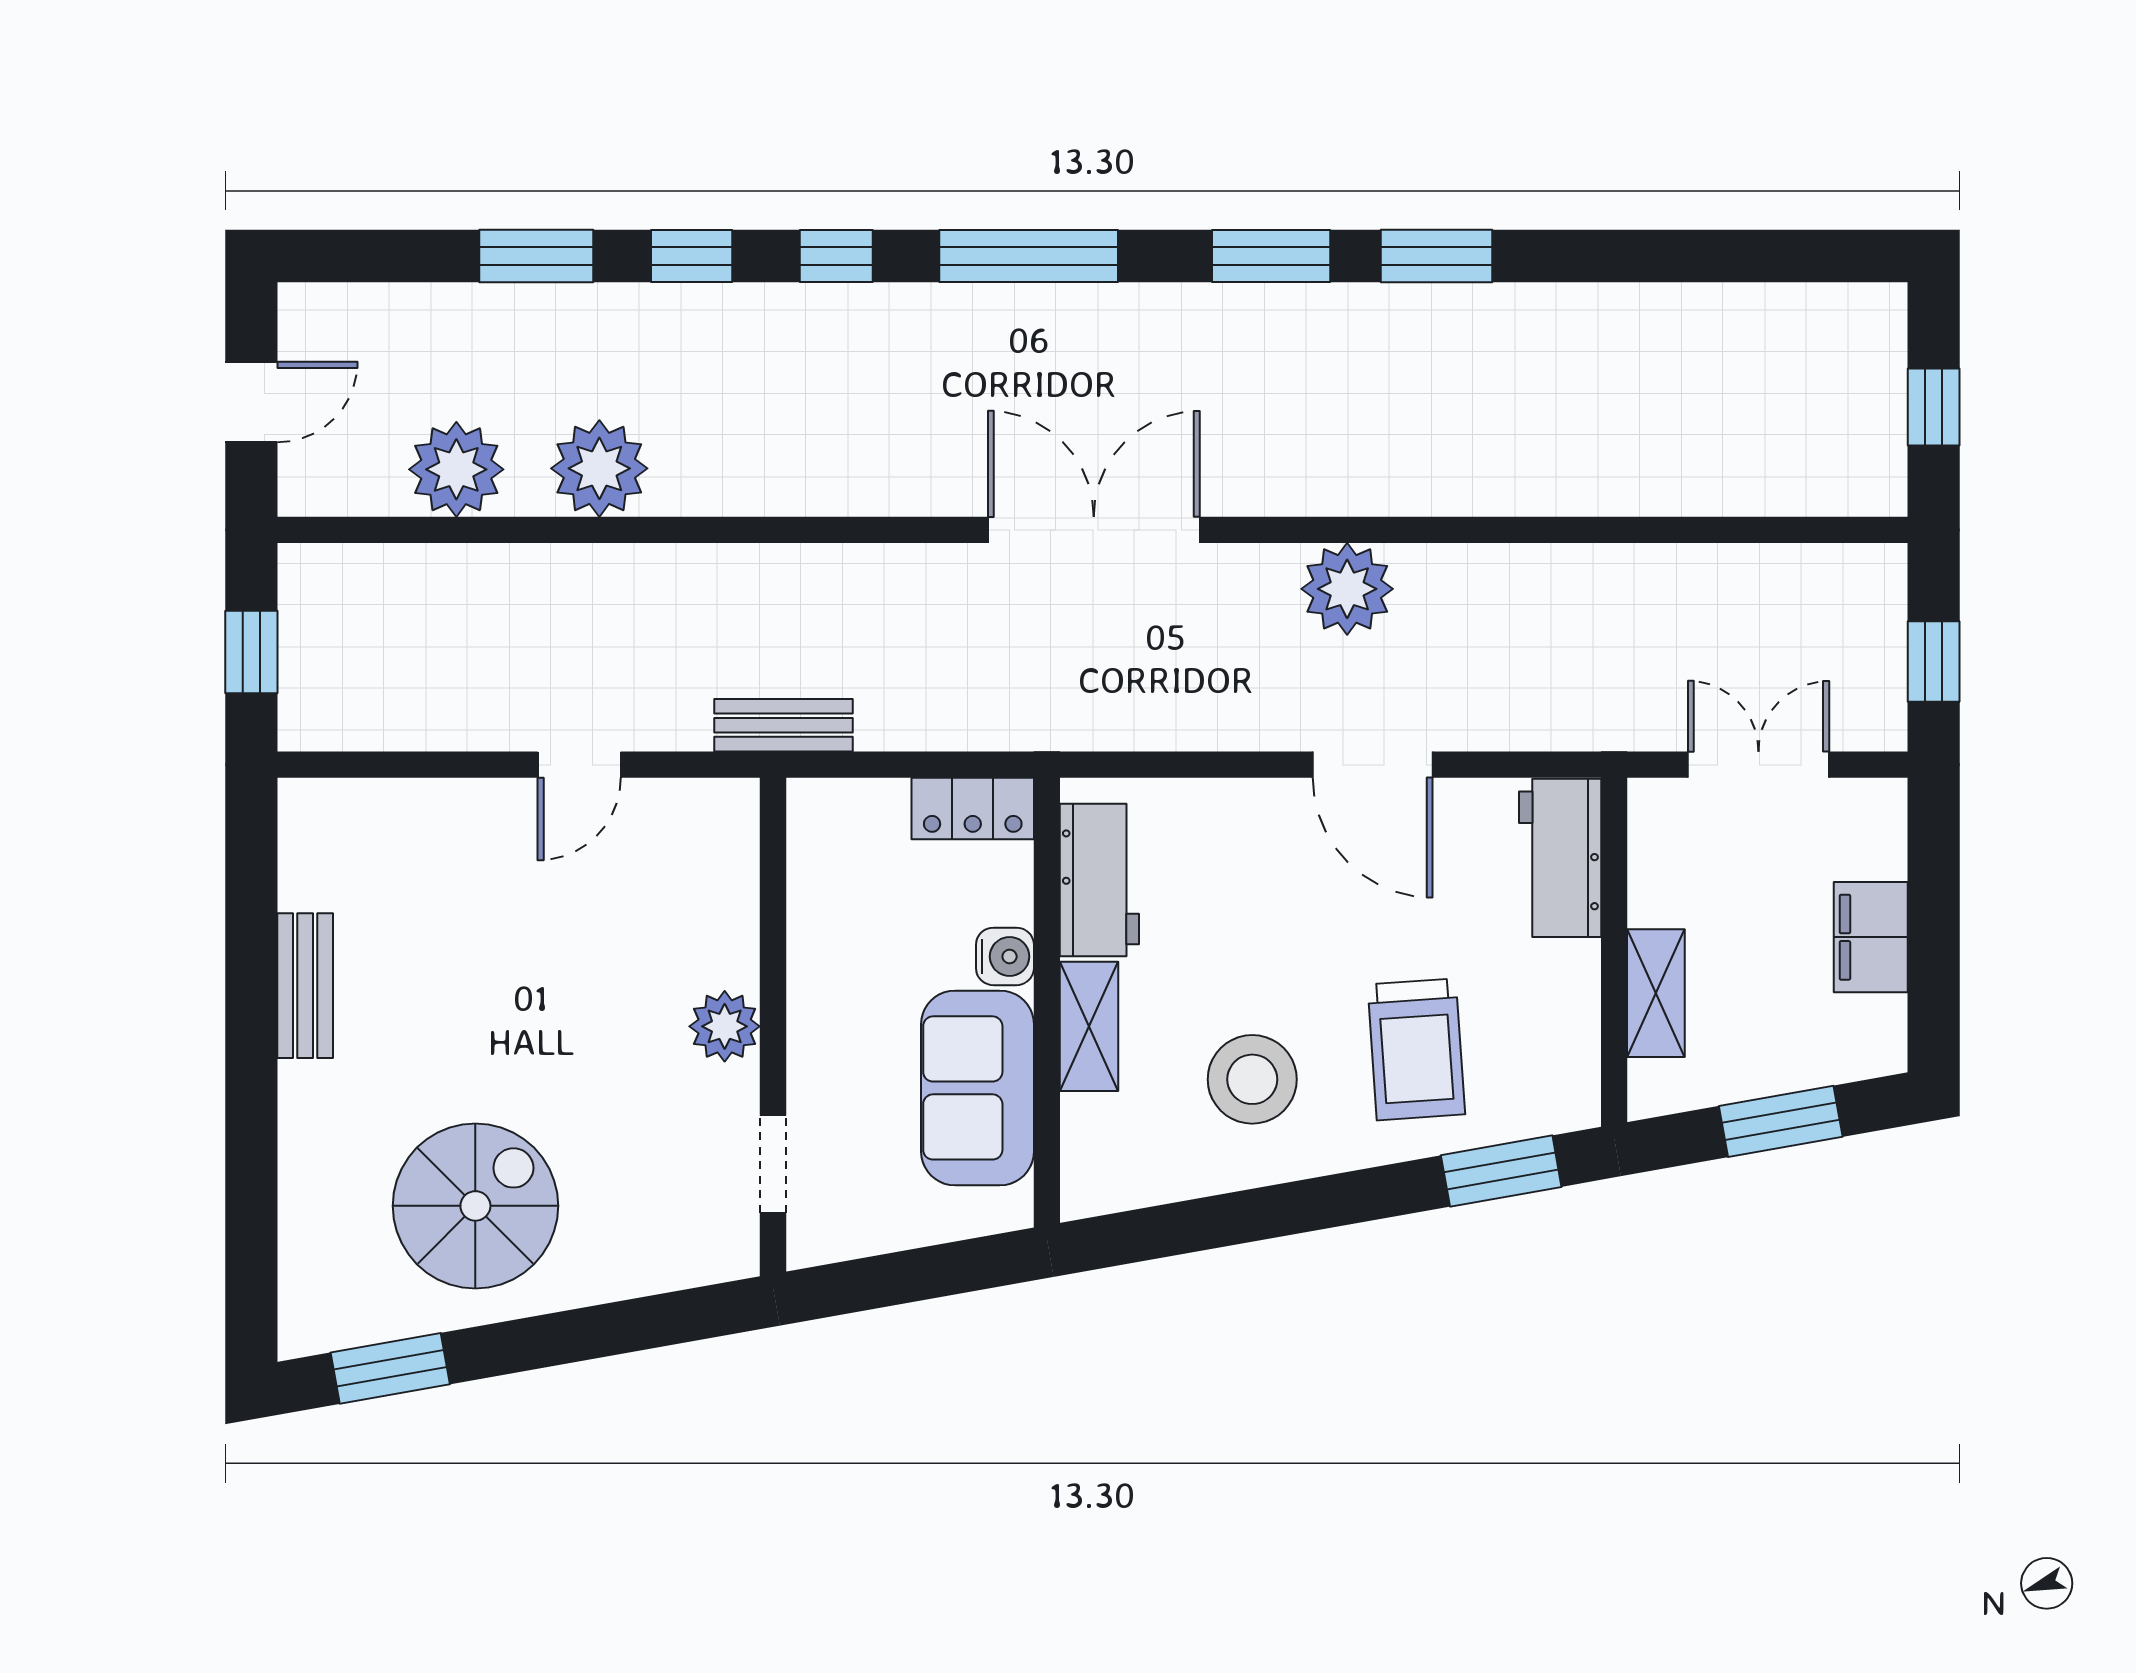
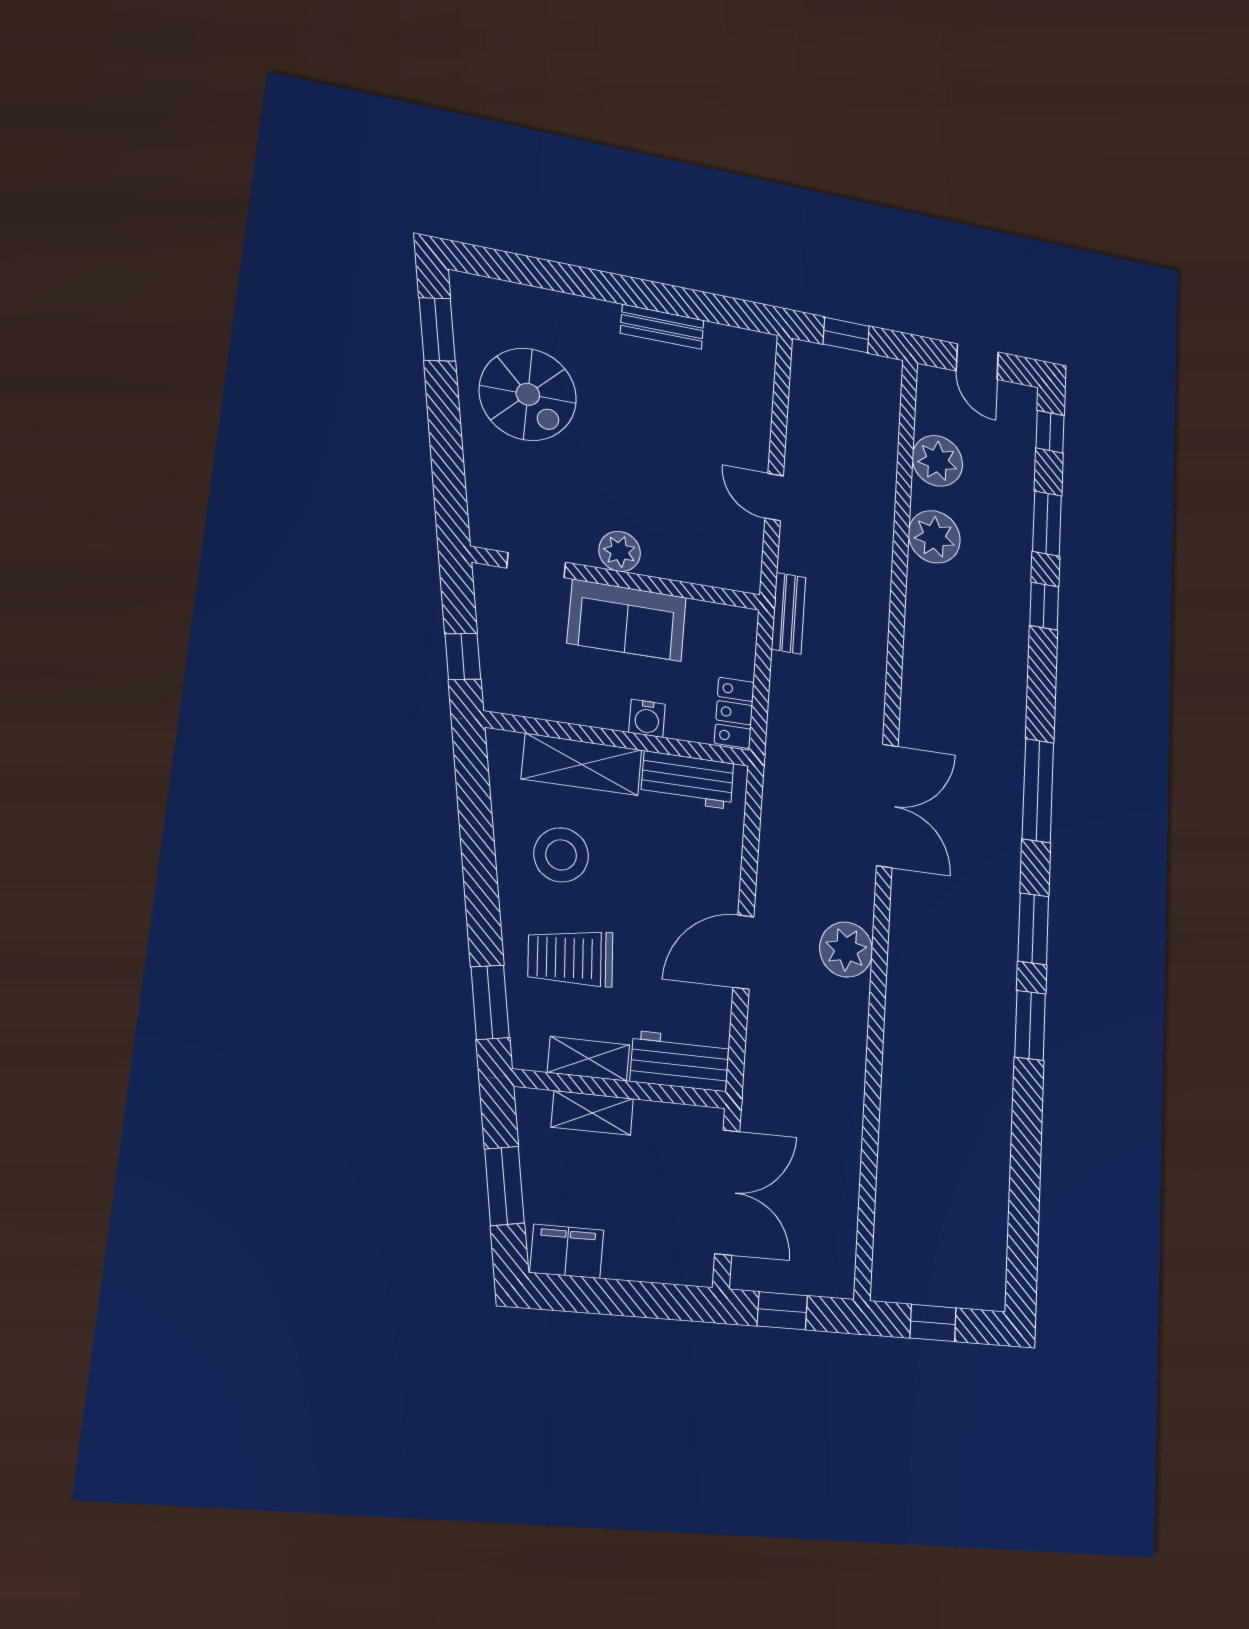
window: (836, 256) -> (1050, 432), moved
double door: (1759, 765) -> (727, 1192), width x1.37
filing cabinet: (1871, 937) -> (567, 1251), moved
shelving: (1572, 1006) -> (589, 1059), added
shelving: (1089, 1026) -> (582, 764), width x1.50, depth x1.33
sofa: (977, 1088) -> (627, 620), moved, turned 180
window: (948, 1269) -> (463, 656), added

